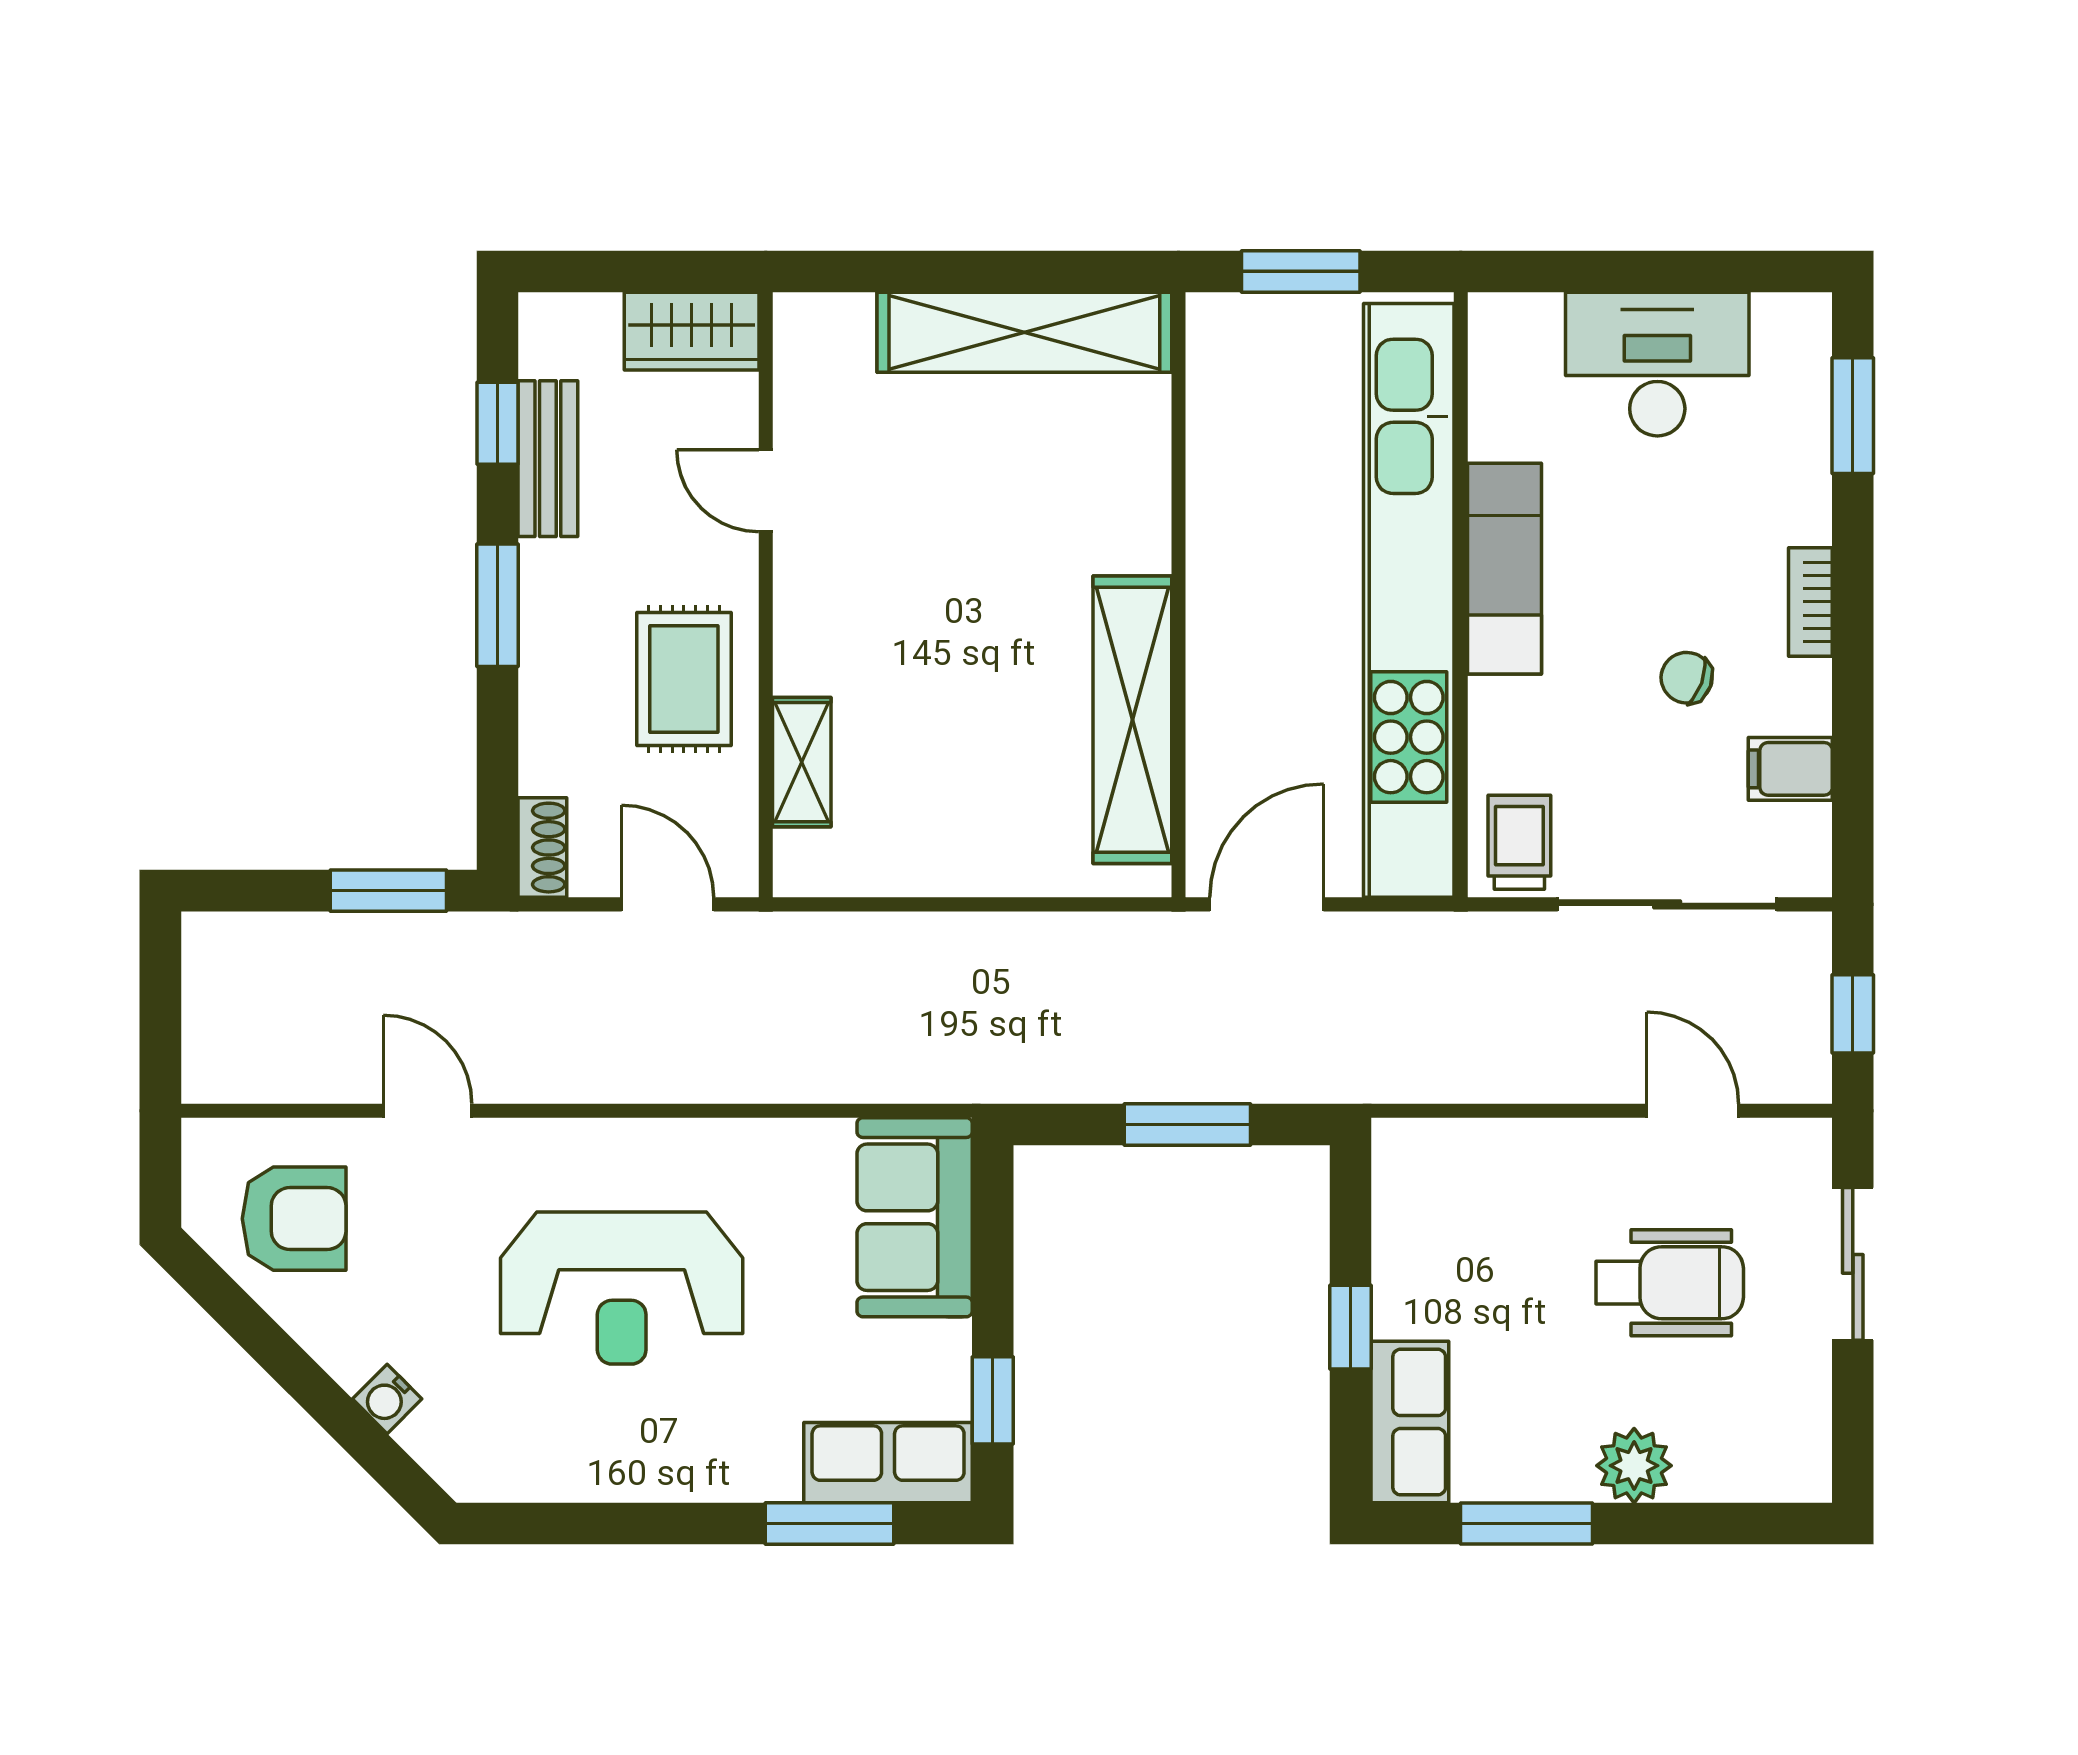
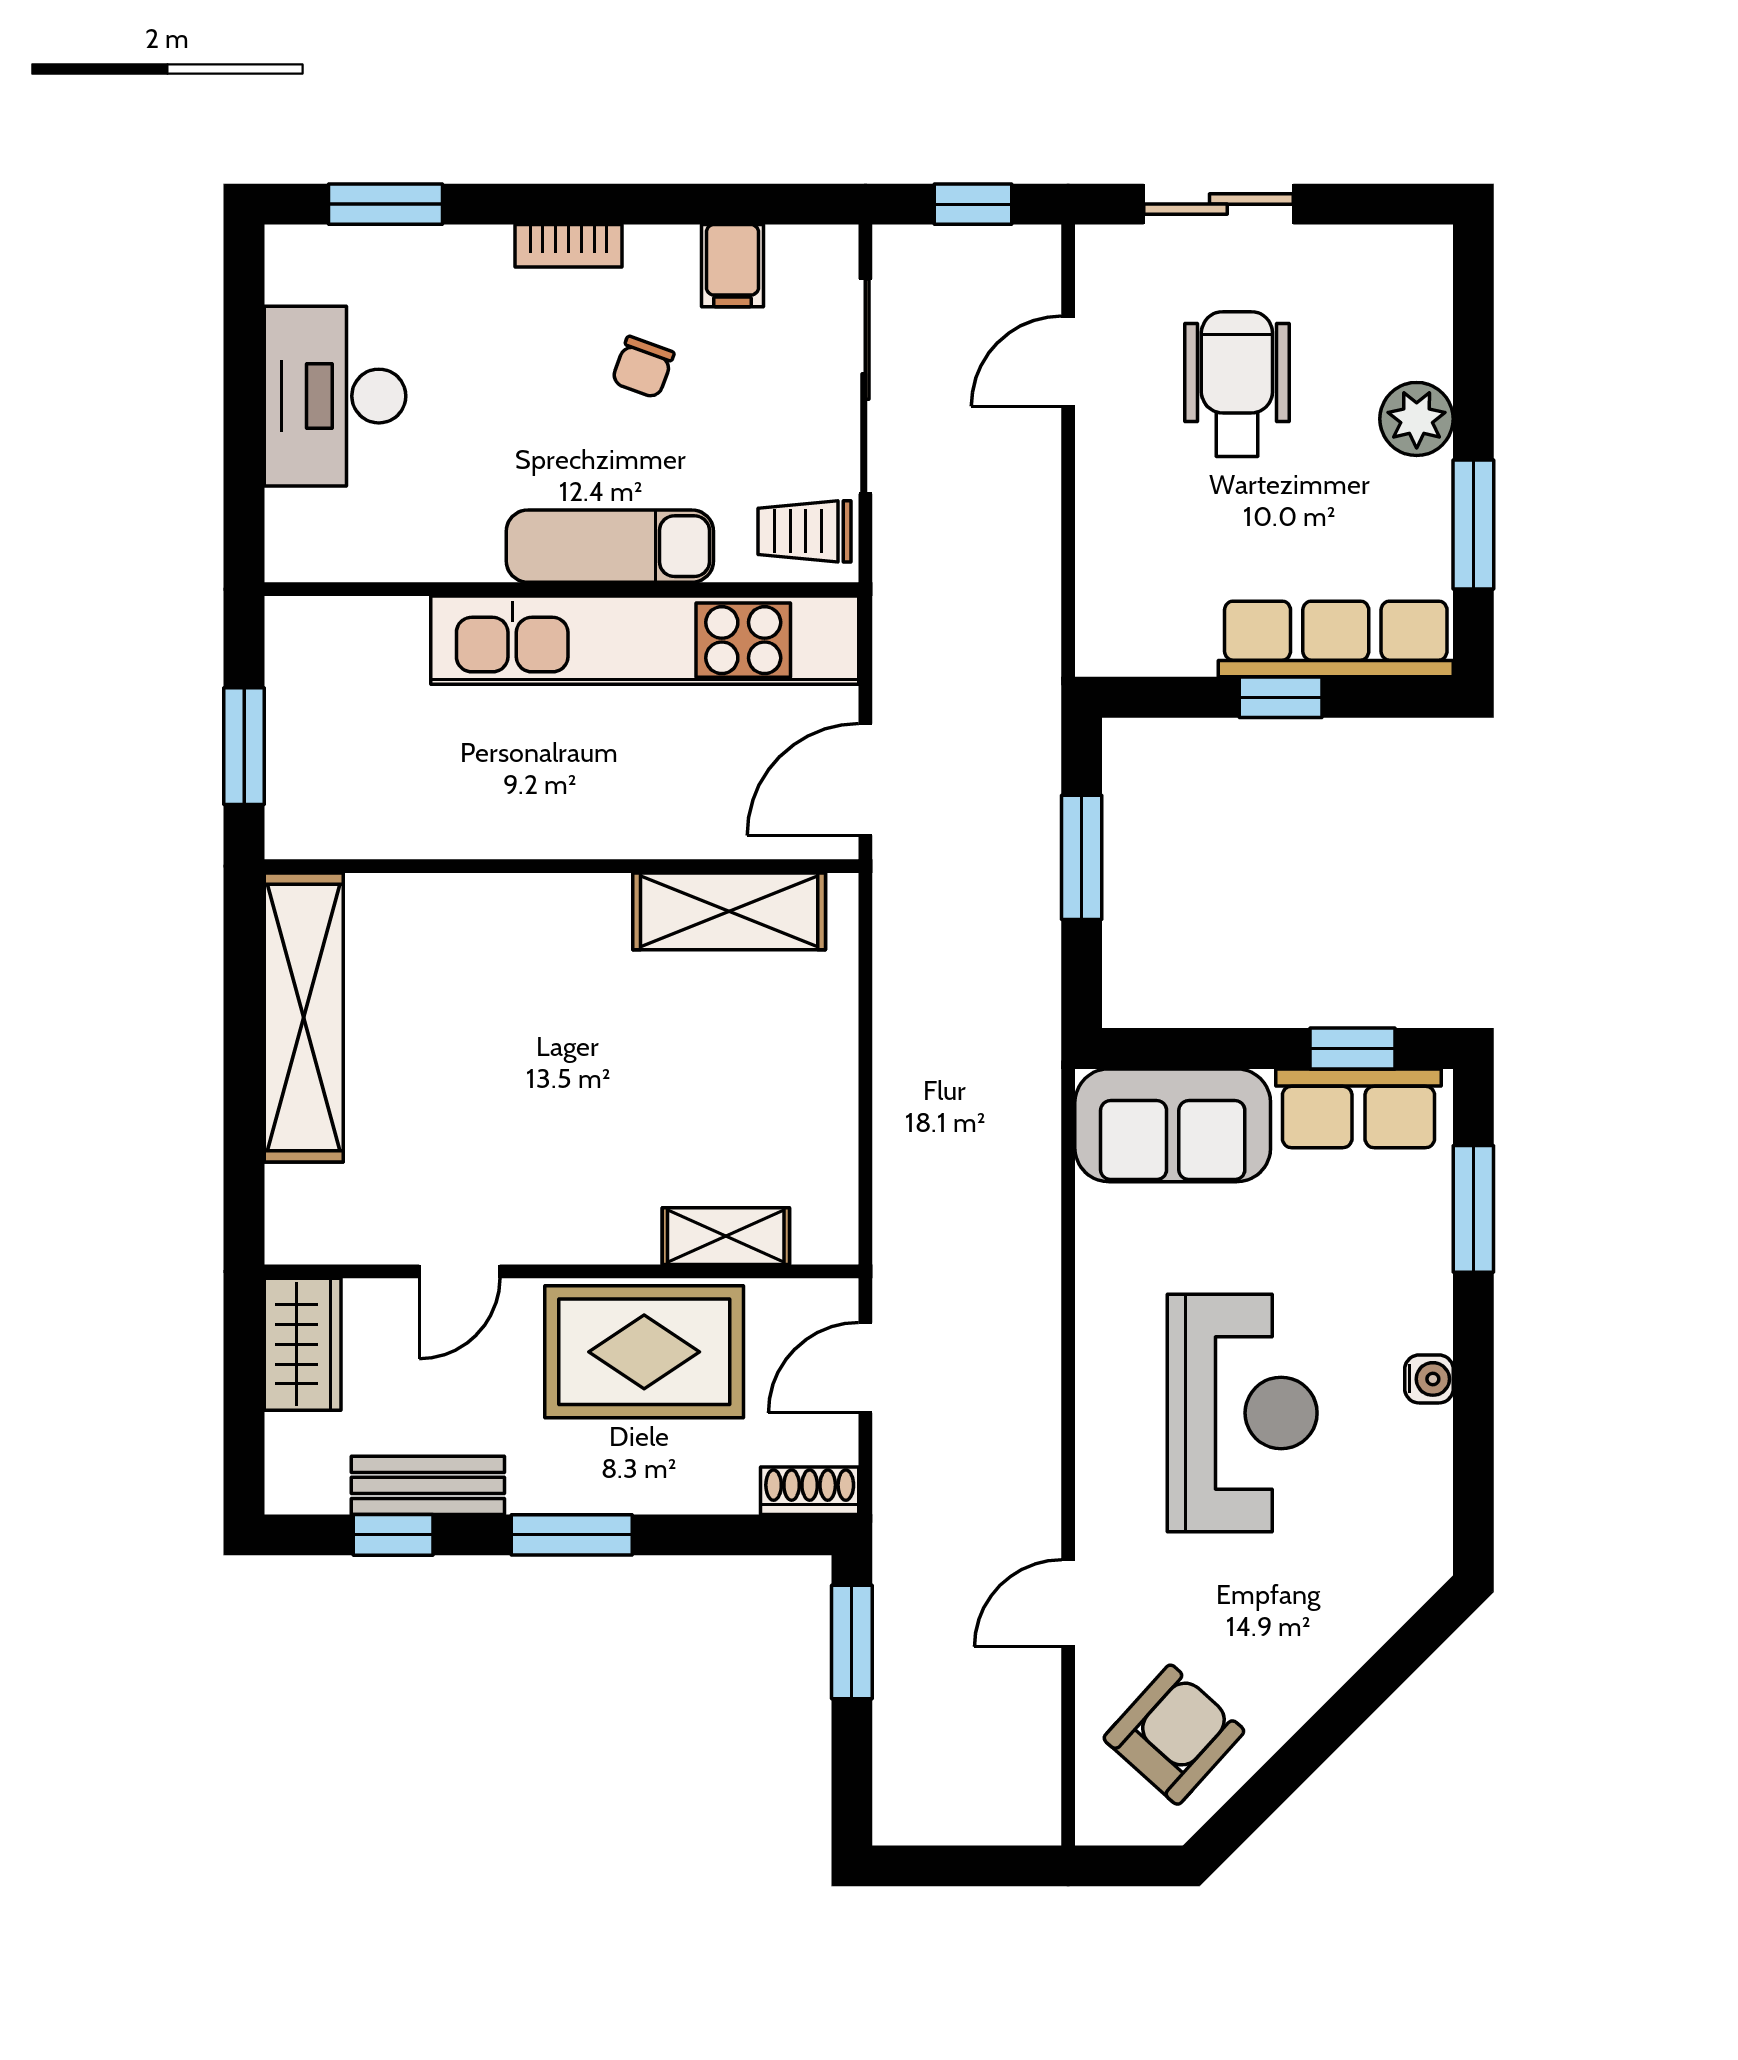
exam couch: (1504, 569) -> (610, 546), moved
kitchen unit: (1409, 600) -> (645, 640), width x0.73
rug: (684, 679) -> (644, 1352), width x1.36, depth x1.43
shelving: (1132, 720) -> (729, 911), width x0.68
door: (1267, 904) -> (865, 780), hinge flipped
armchair: (294, 1219) -> (1174, 1735), turned 42
water cooler: (387, 1399) -> (1429, 1379), moved, turned -45
row of seats: (1410, 1422) -> (1336, 639), width x1.48
row of seats: (888, 1463) -> (1358, 1108), moved, turned -90

